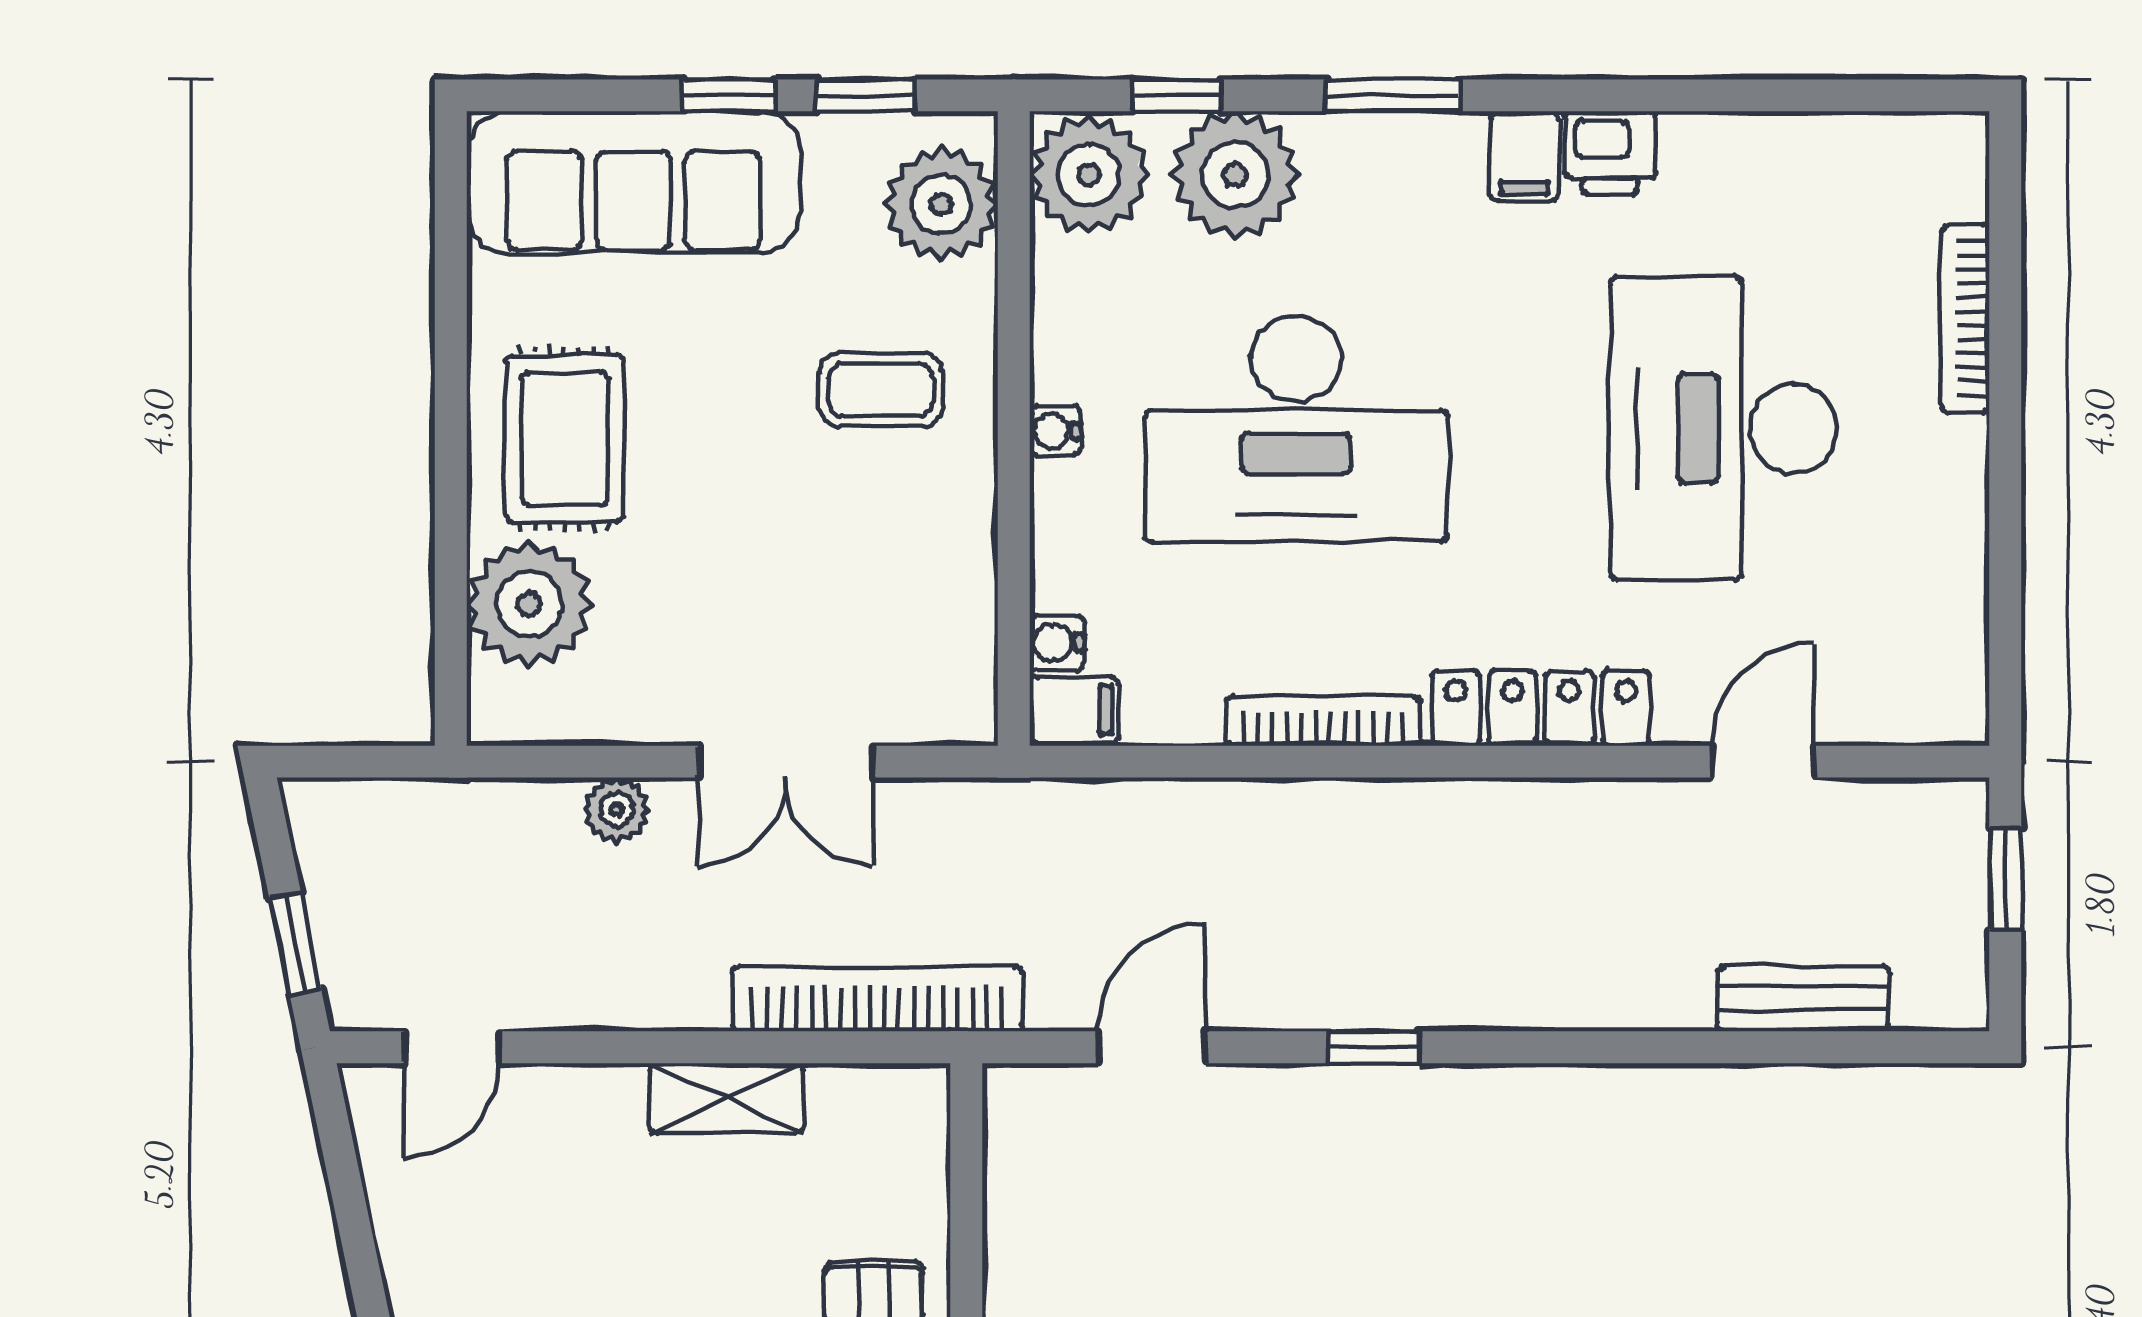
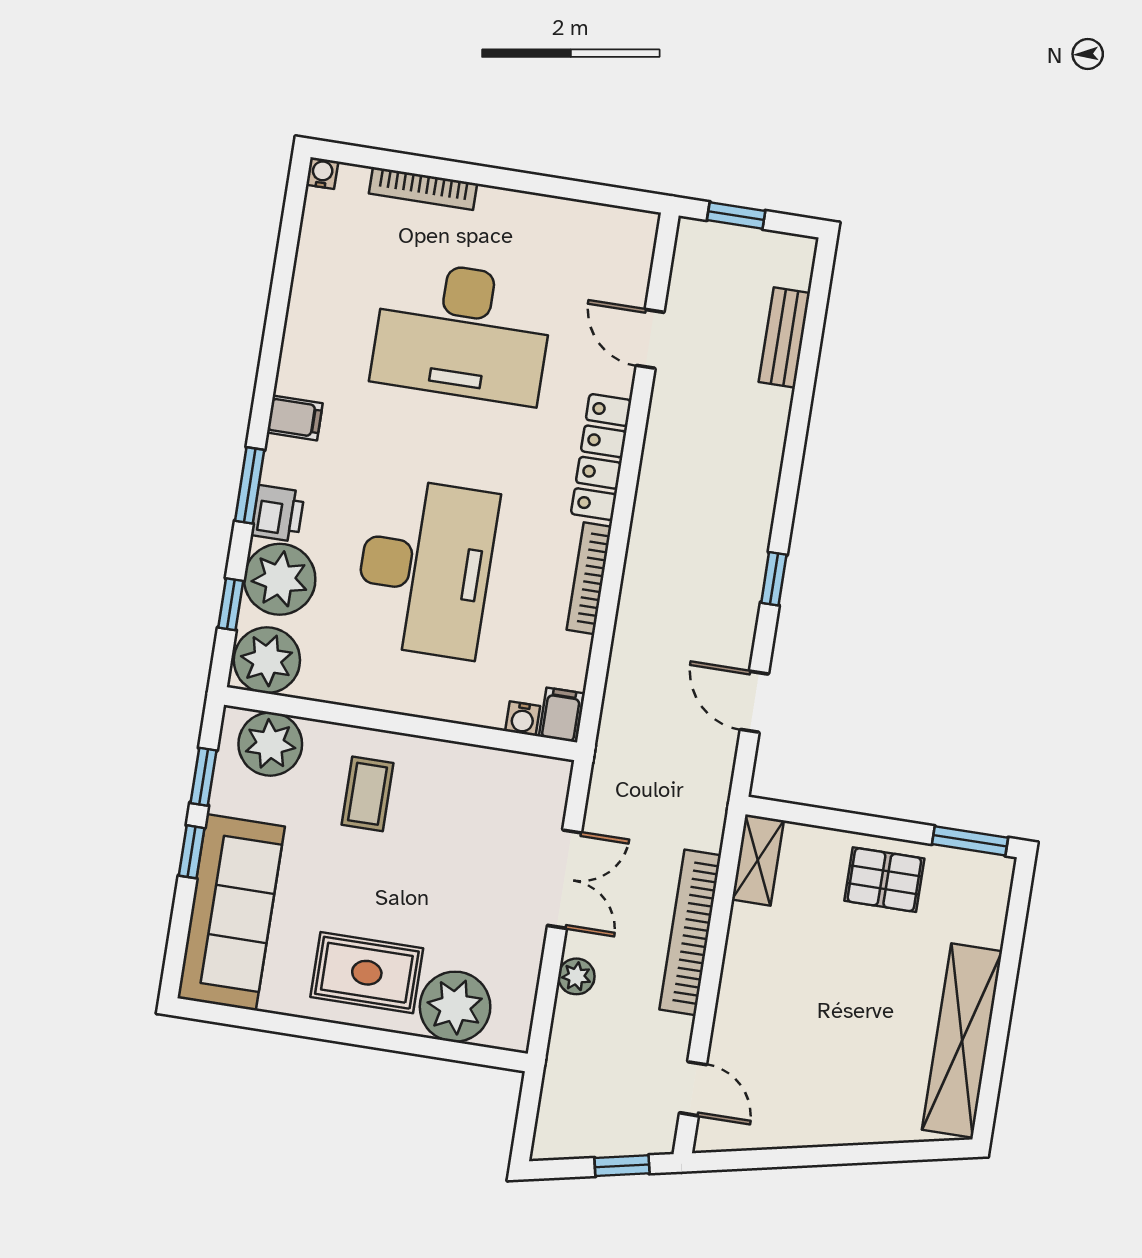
printer: (1610, 153) -> (278, 513), moved
water cooler: (1055, 431) -> (322, 173), moved, turned 180
bookcase: (877, 998) -> (690, 932), moved
shelving: (726, 1098) -> (758, 860), moved

